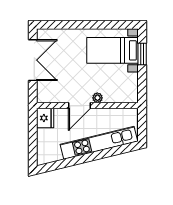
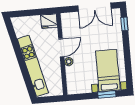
window: (57, 25) -> (124, 24), added
door: (79, 106) -> (61, 48), swing flipped

